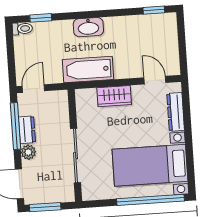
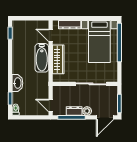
washbasin: (88, 27) -> (17, 83), moved
bathtub: (88, 69) -> (42, 58), moved
door: (155, 80) -> (51, 35), hinge flipped
wardrobe: (114, 96) -> (58, 59), width x1.50

